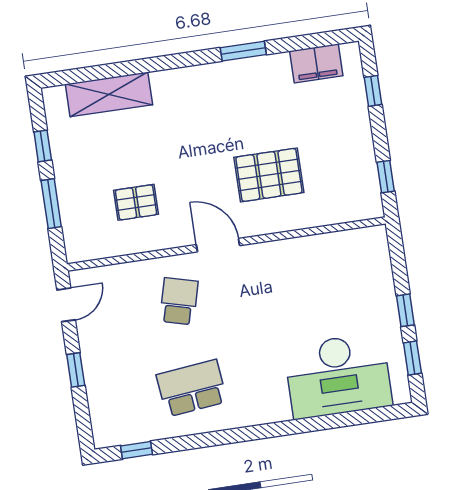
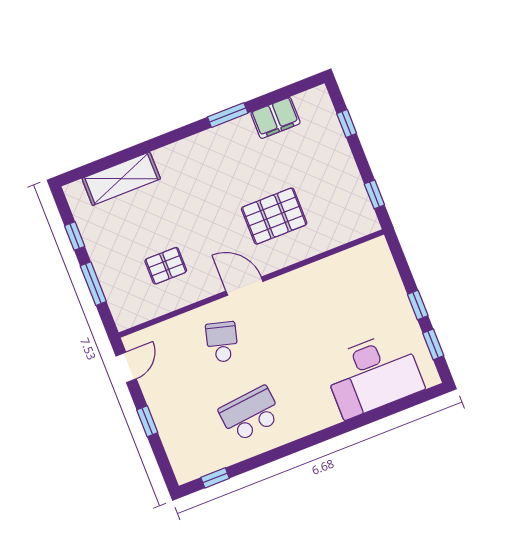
filing cabinet: (316, 63) -> (275, 118), moved

